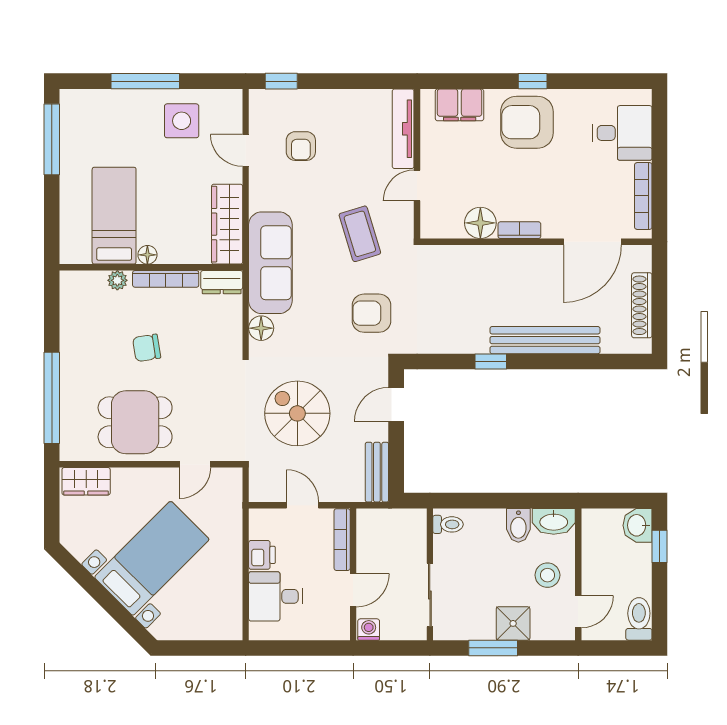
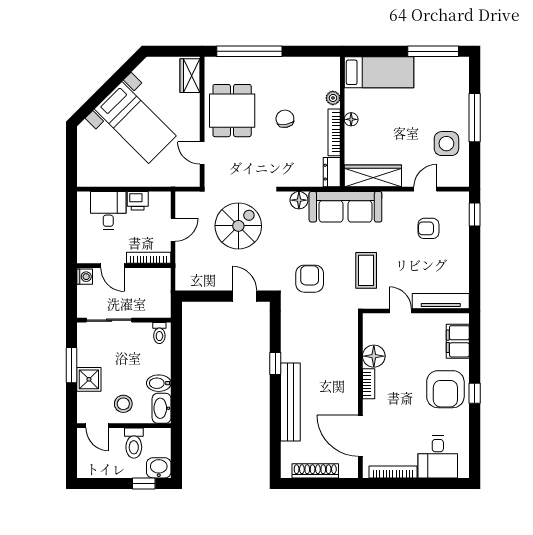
armchair: (527, 122) -> (445, 389), turned 180
bed: (114, 216) -> (379, 72), moved
coffee table: (360, 234) -> (366, 270), turned -73
bench: (377, 472) -> (197, 283), removed
toilet: (639, 619) -> (134, 443), moved, turned 90

